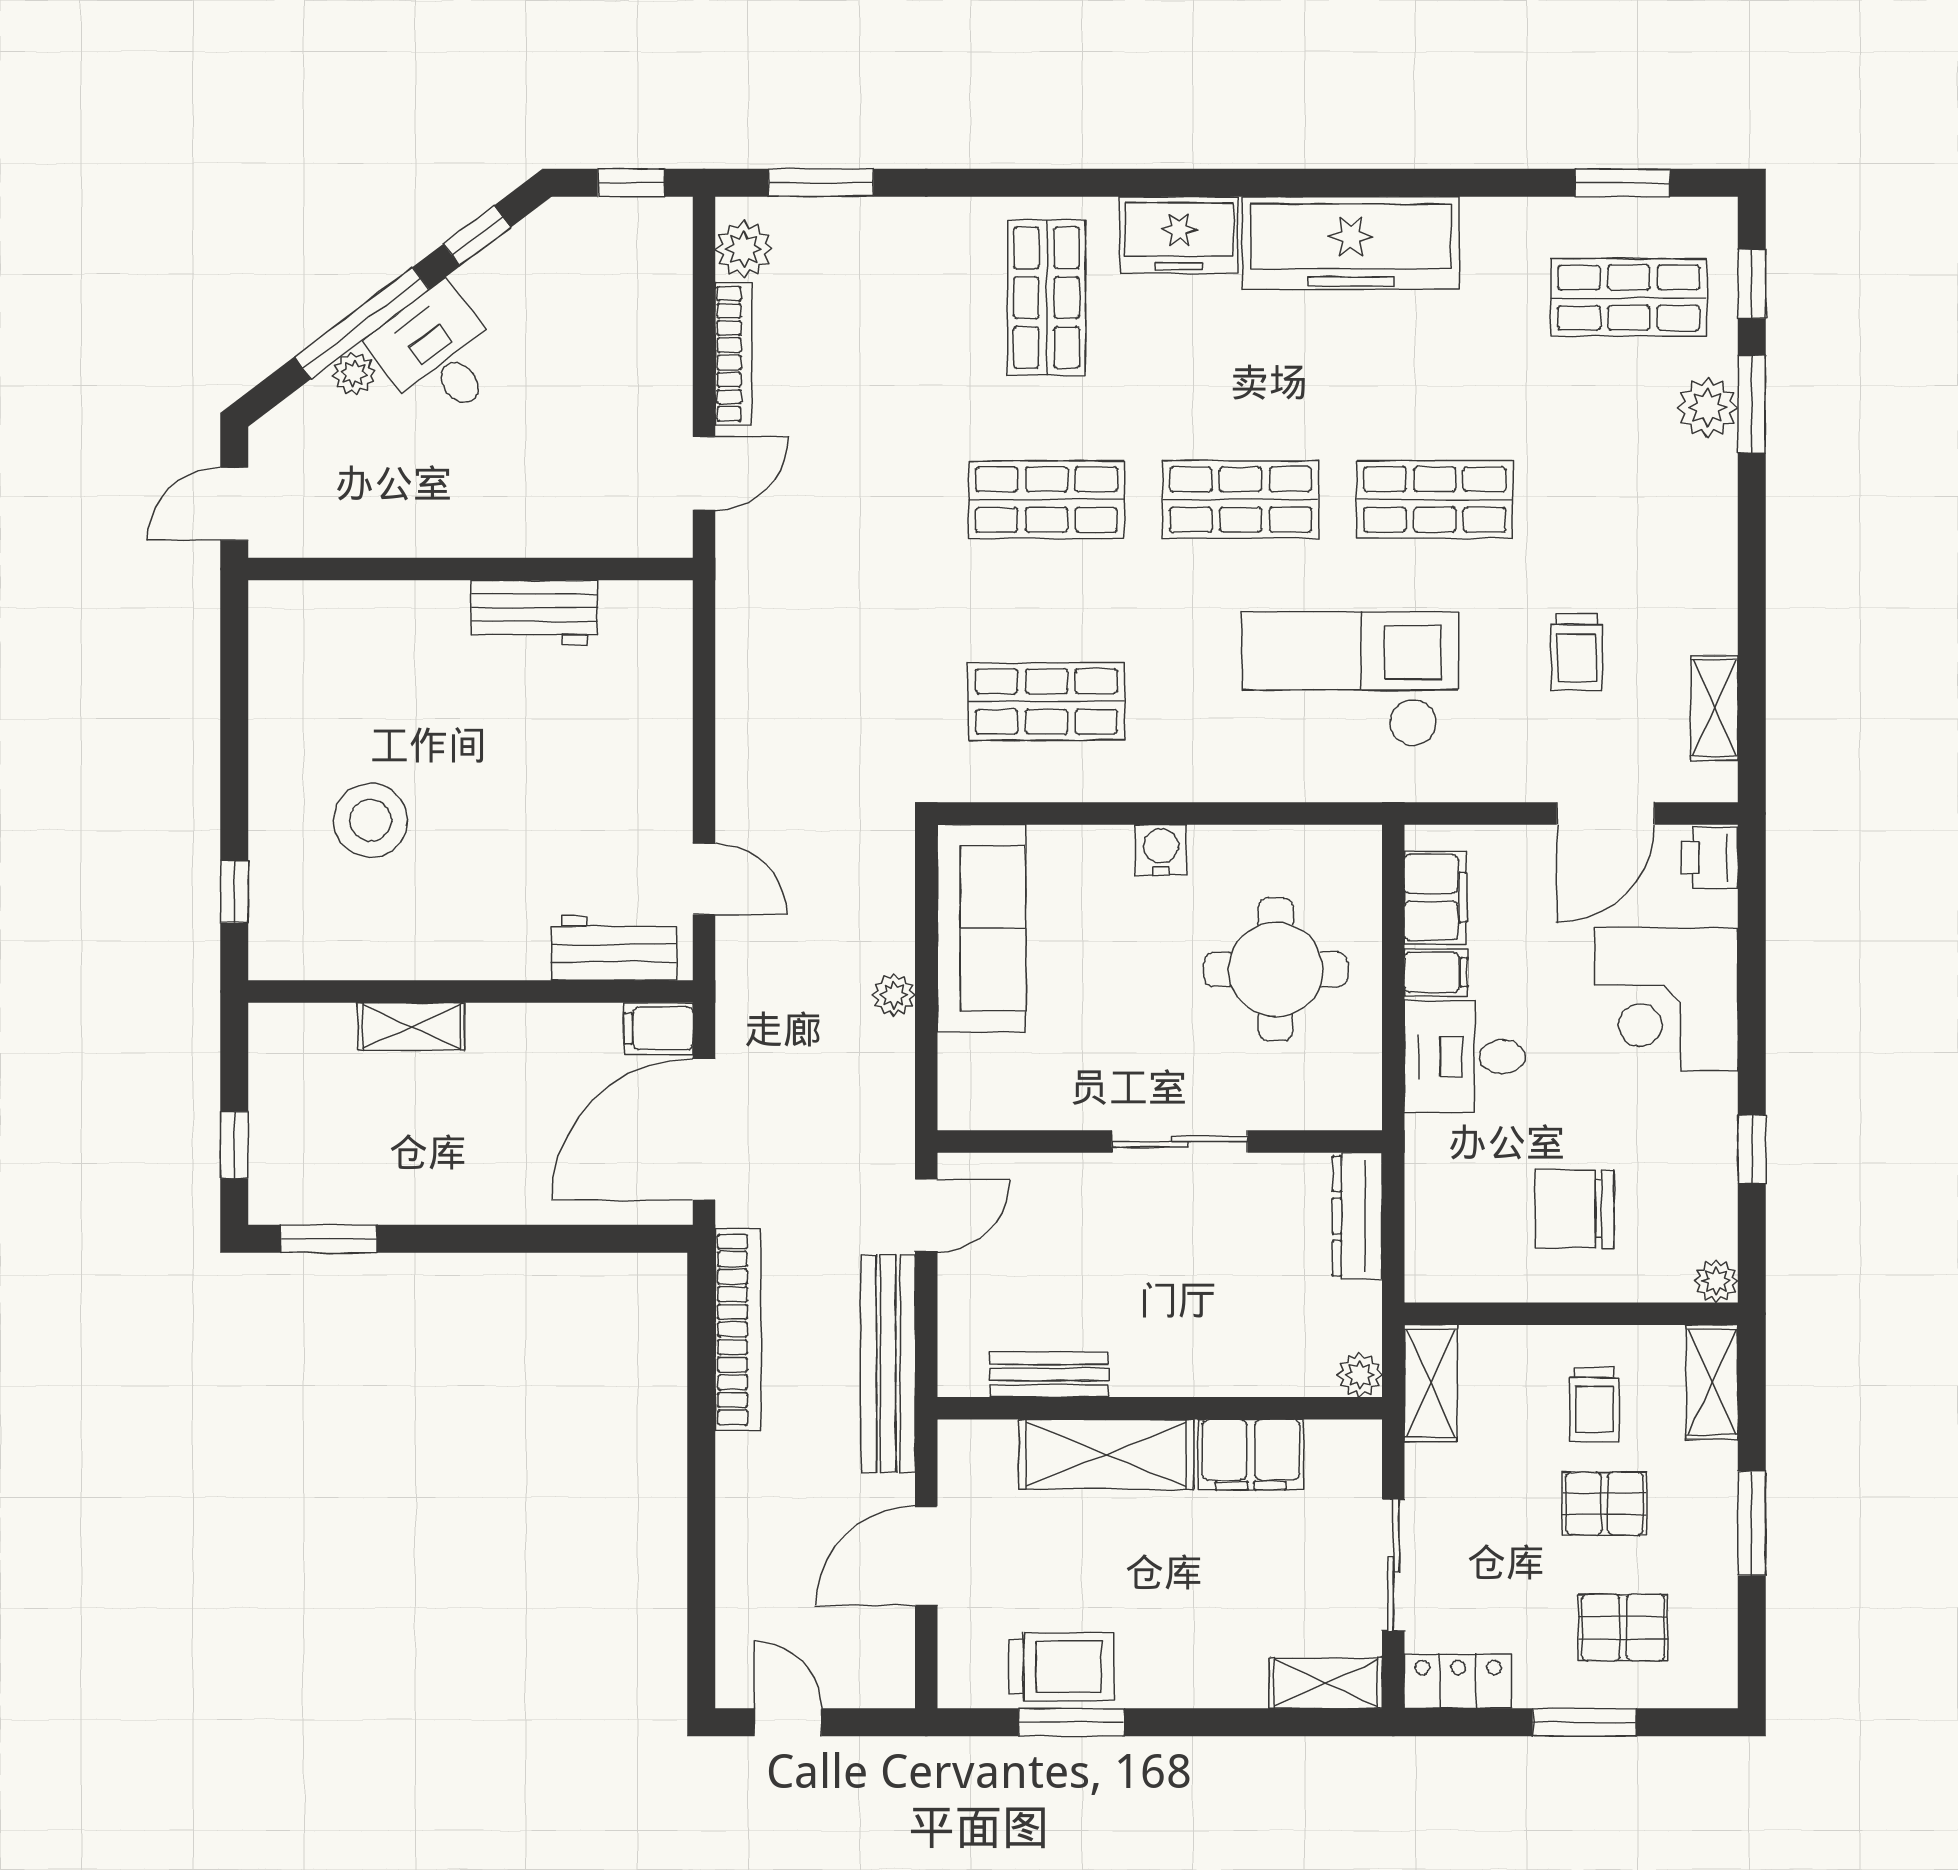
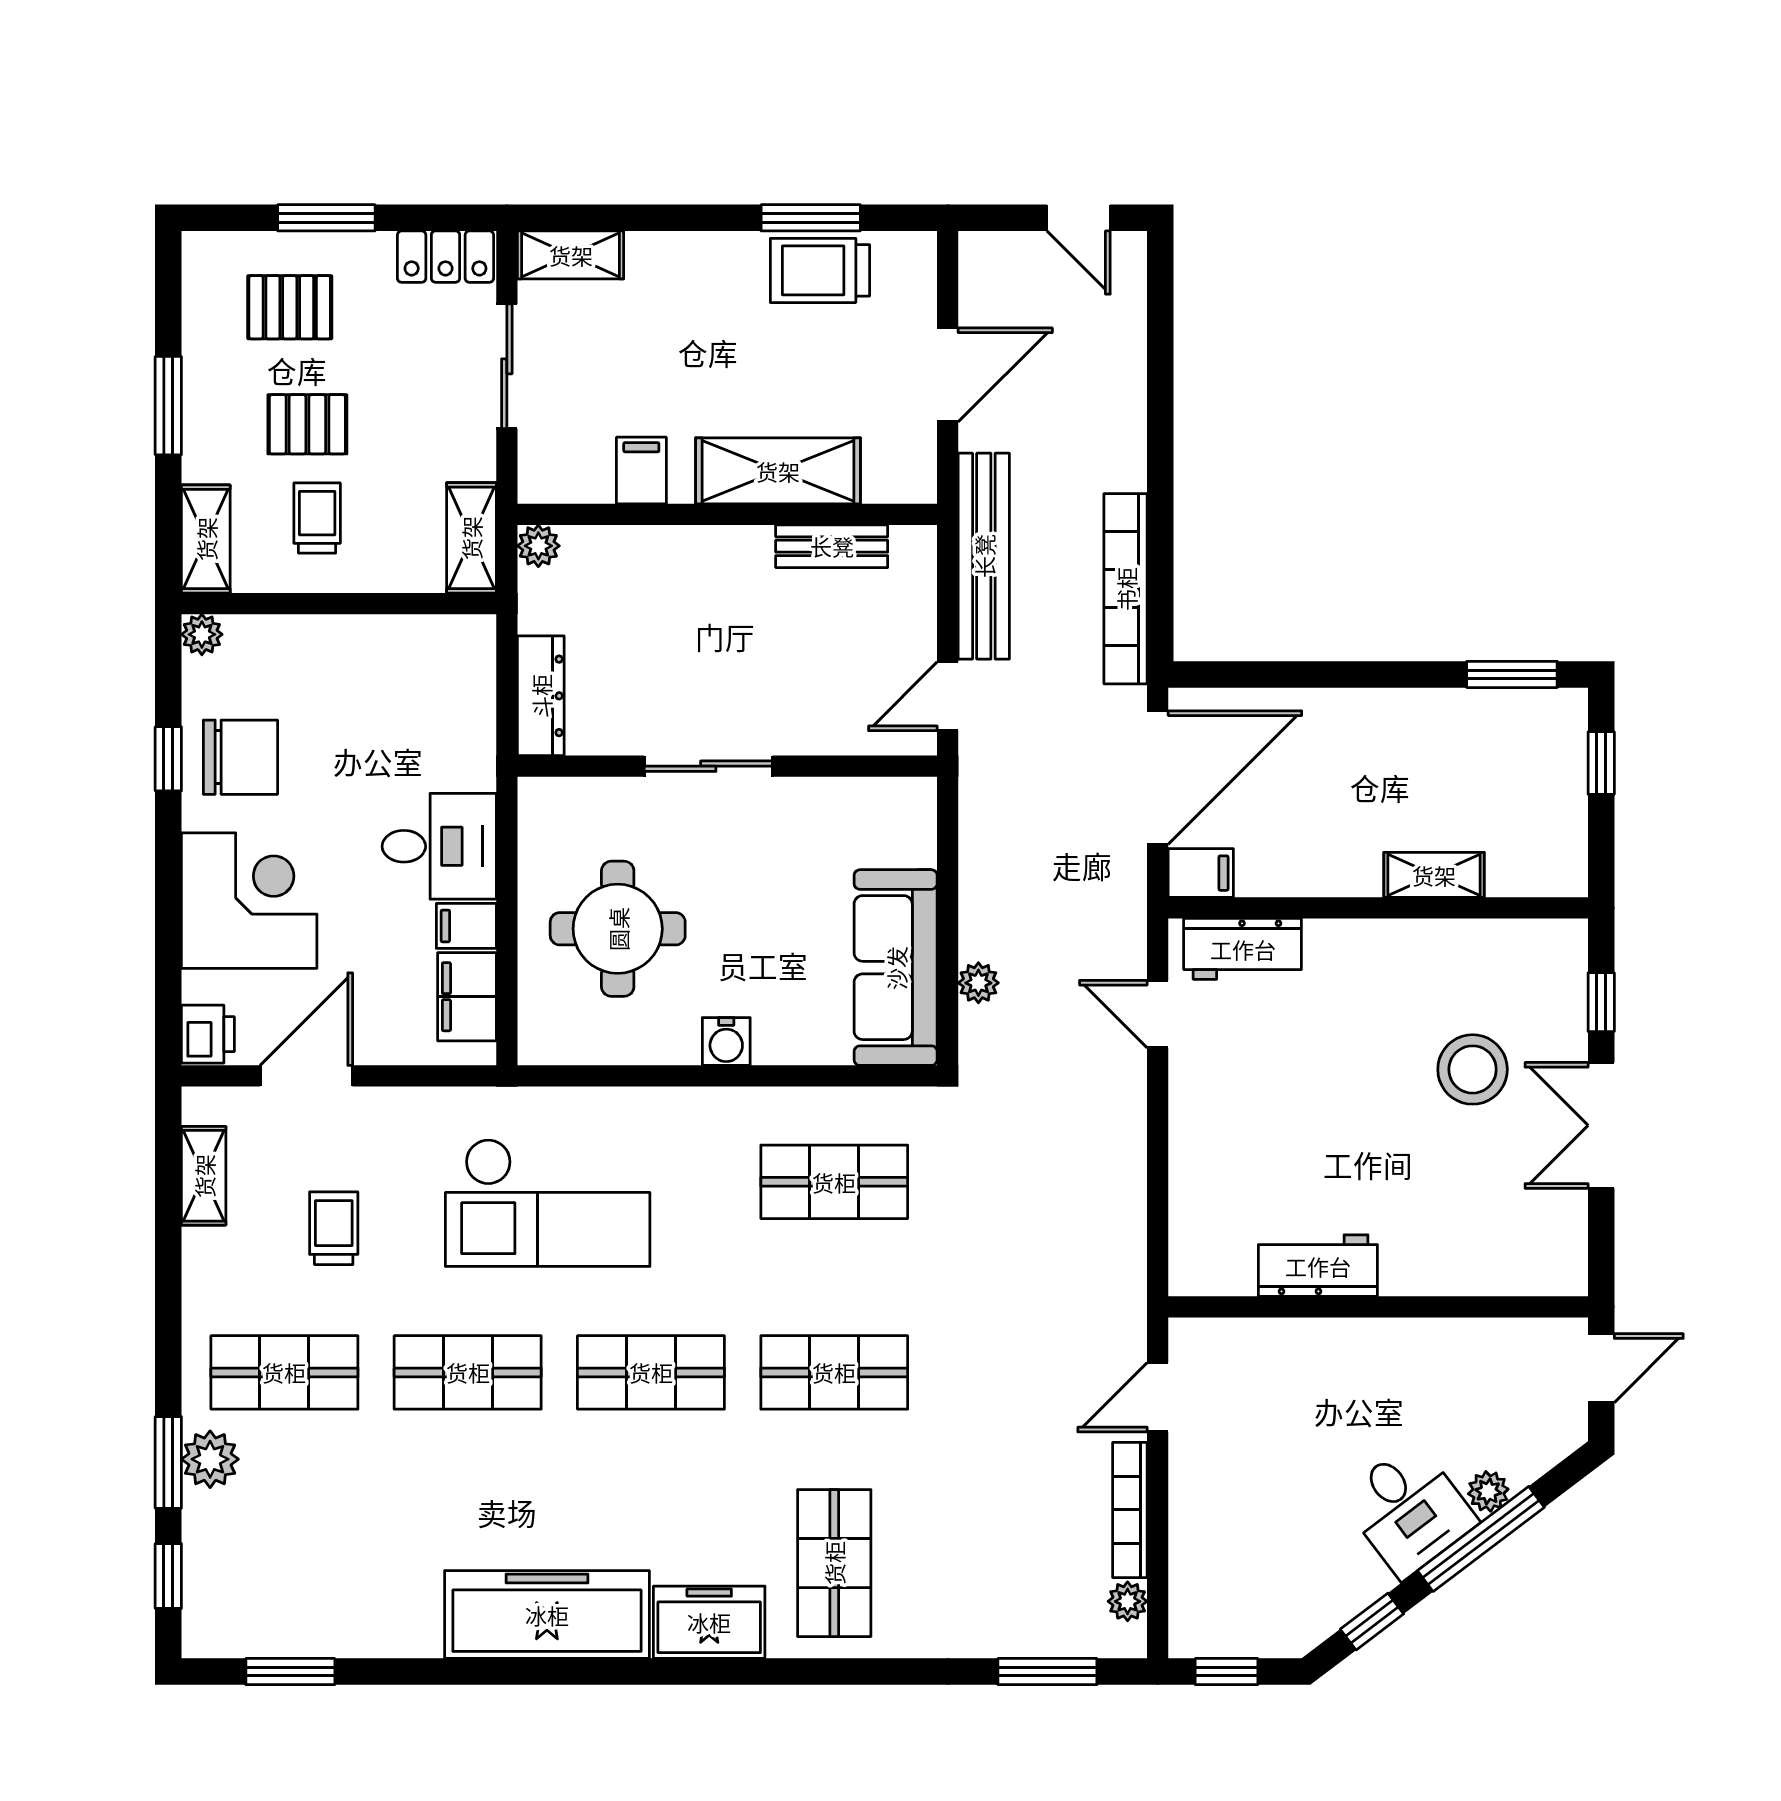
plant: (744, 249) -> (1128, 1601), width x0.73, depth x0.73
shop shelf: (1629, 298) -> (284, 1372), moved
double door: (234, 761) -> (1601, 1125), added
plant: (894, 995) -> (978, 983), moved
chair: (1575, 1209) -> (240, 757), moved
filing cabinet: (1251, 1455) -> (641, 471), width x0.50

